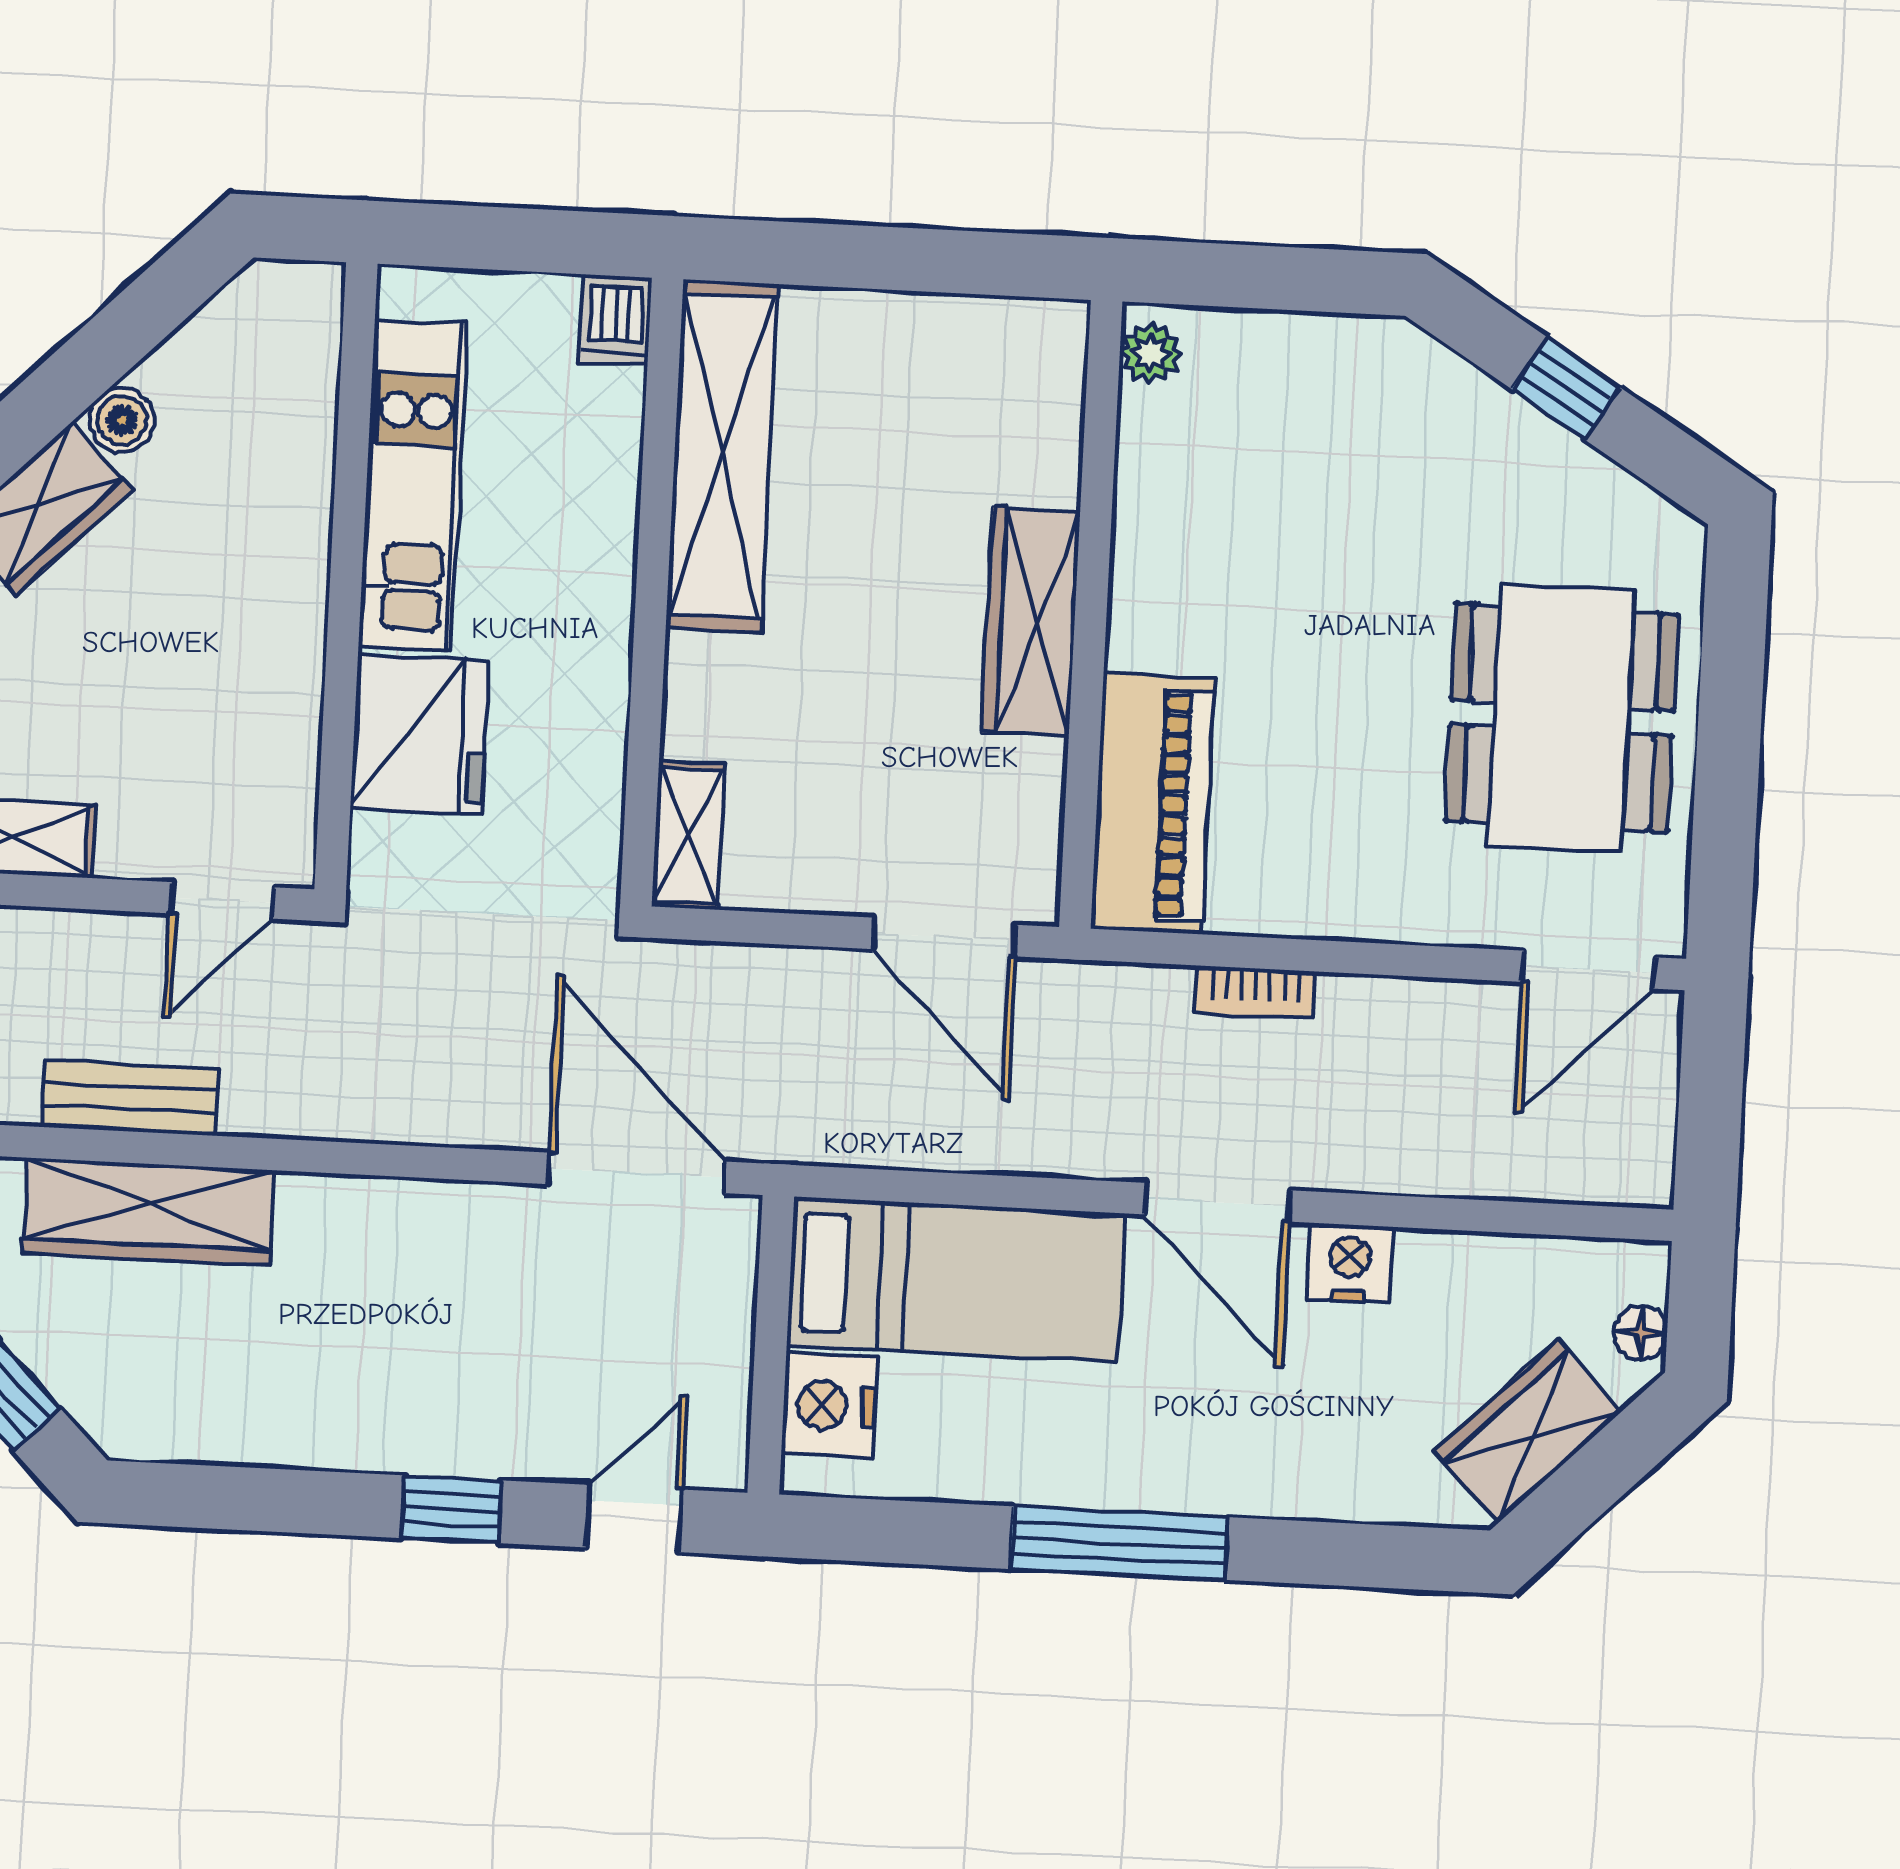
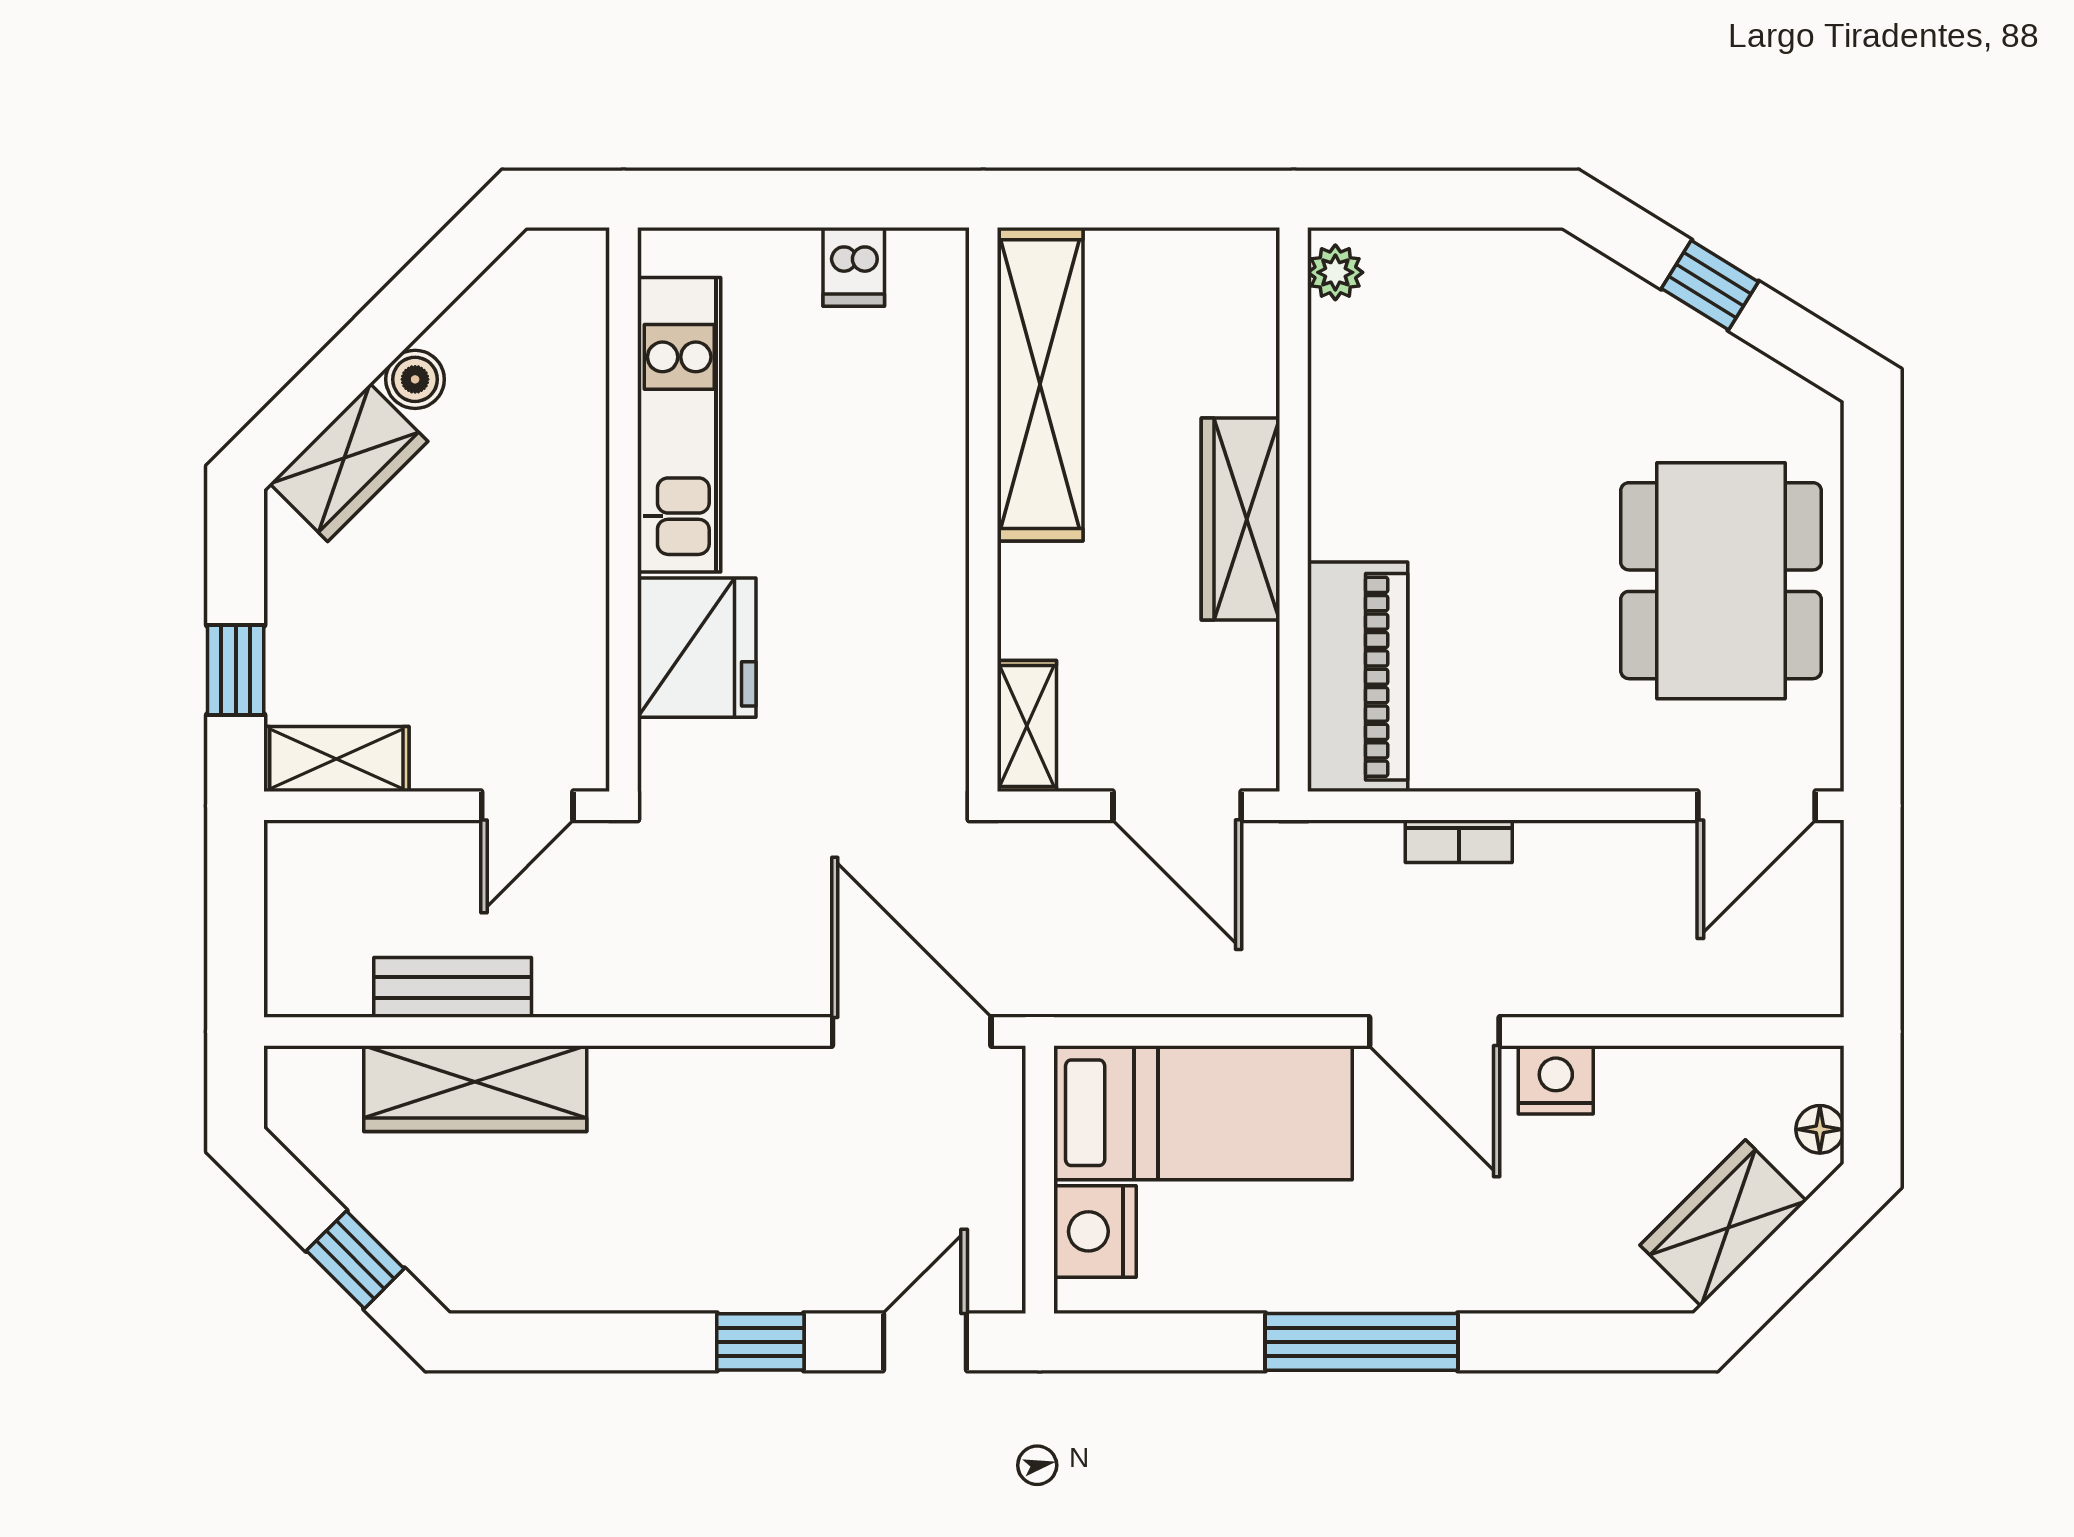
shelving: (722, 456) -> (1040, 384), moved
wall: (652, 592) -> (983, 510), moved
shelving: (688, 835) -> (1027, 726), moved

